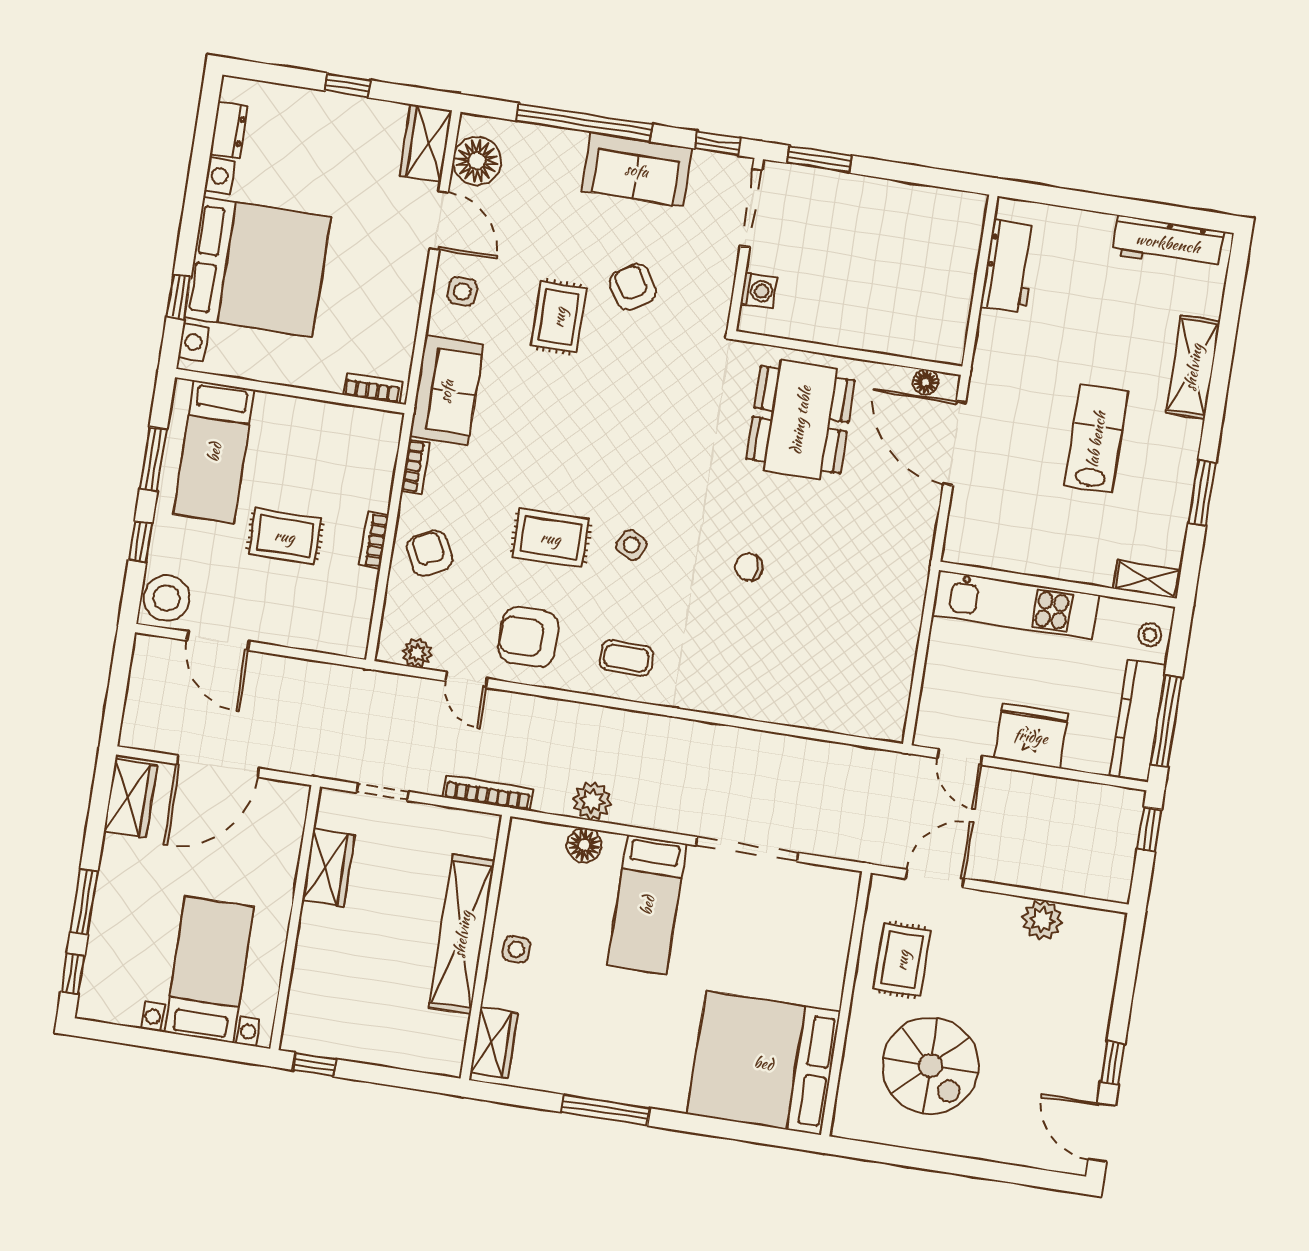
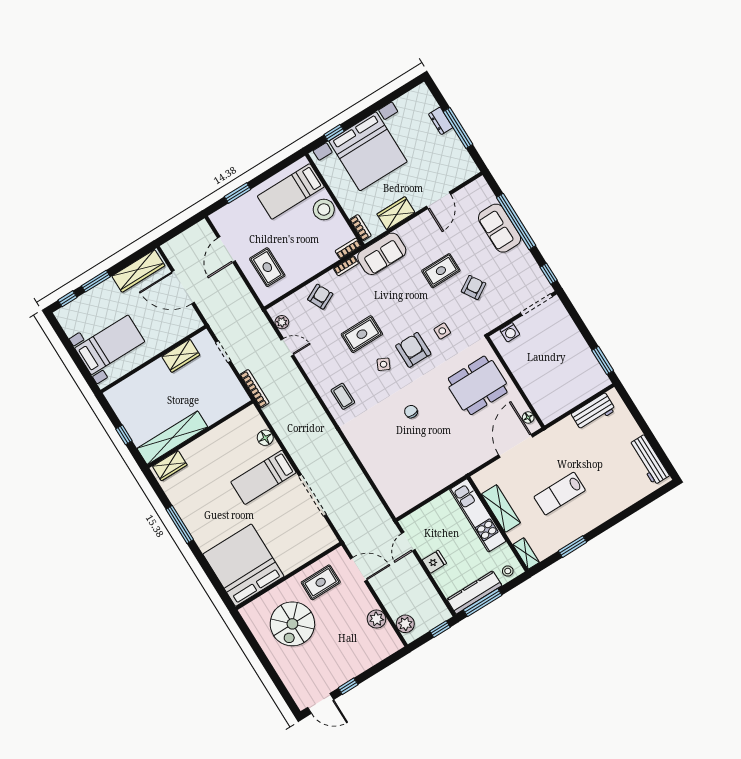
window: (347, 85) -> (458, 128), width x2.17
dresser: (229, 130) -> (441, 121), moved, turned 90
wardrobe: (426, 143) -> (396, 213), moved
window: (819, 159) -> (603, 360), moved
floor lamp: (477, 161) -> (470, 196), removed
sofa: (637, 170) -> (500, 228), moved
side table: (462, 291) -> (442, 331), moved
shelving: (1193, 367) -> (501, 508), moved, turned 90
lab bench: (1096, 439) -> (560, 494), turned 180
window: (153, 459) -> (270, 173), removed
rug: (285, 536) -> (267, 267), moved
rug: (551, 538) -> (362, 334), turned 90
bookcase: (374, 540) -> (348, 248), moved
window: (140, 542) -> (238, 193), width x1.50
stool: (167, 598) -> (324, 209), moved
armchair: (528, 637) -> (413, 350), moved
door: (466, 680) -> (287, 347), swing flipped
fridge: (1031, 736) -> (434, 562), width x0.53, depth x0.75
wardrobe: (130, 799) -> (138, 271), width x1.50
plant: (592, 801) -> (405, 624), moved
shelving: (462, 934) -> (172, 438), moved
side table: (516, 949) -> (209, 445), removed
window: (315, 1065) -> (124, 435), moved
door: (1102, 1132) -> (321, 703), swing flipped

